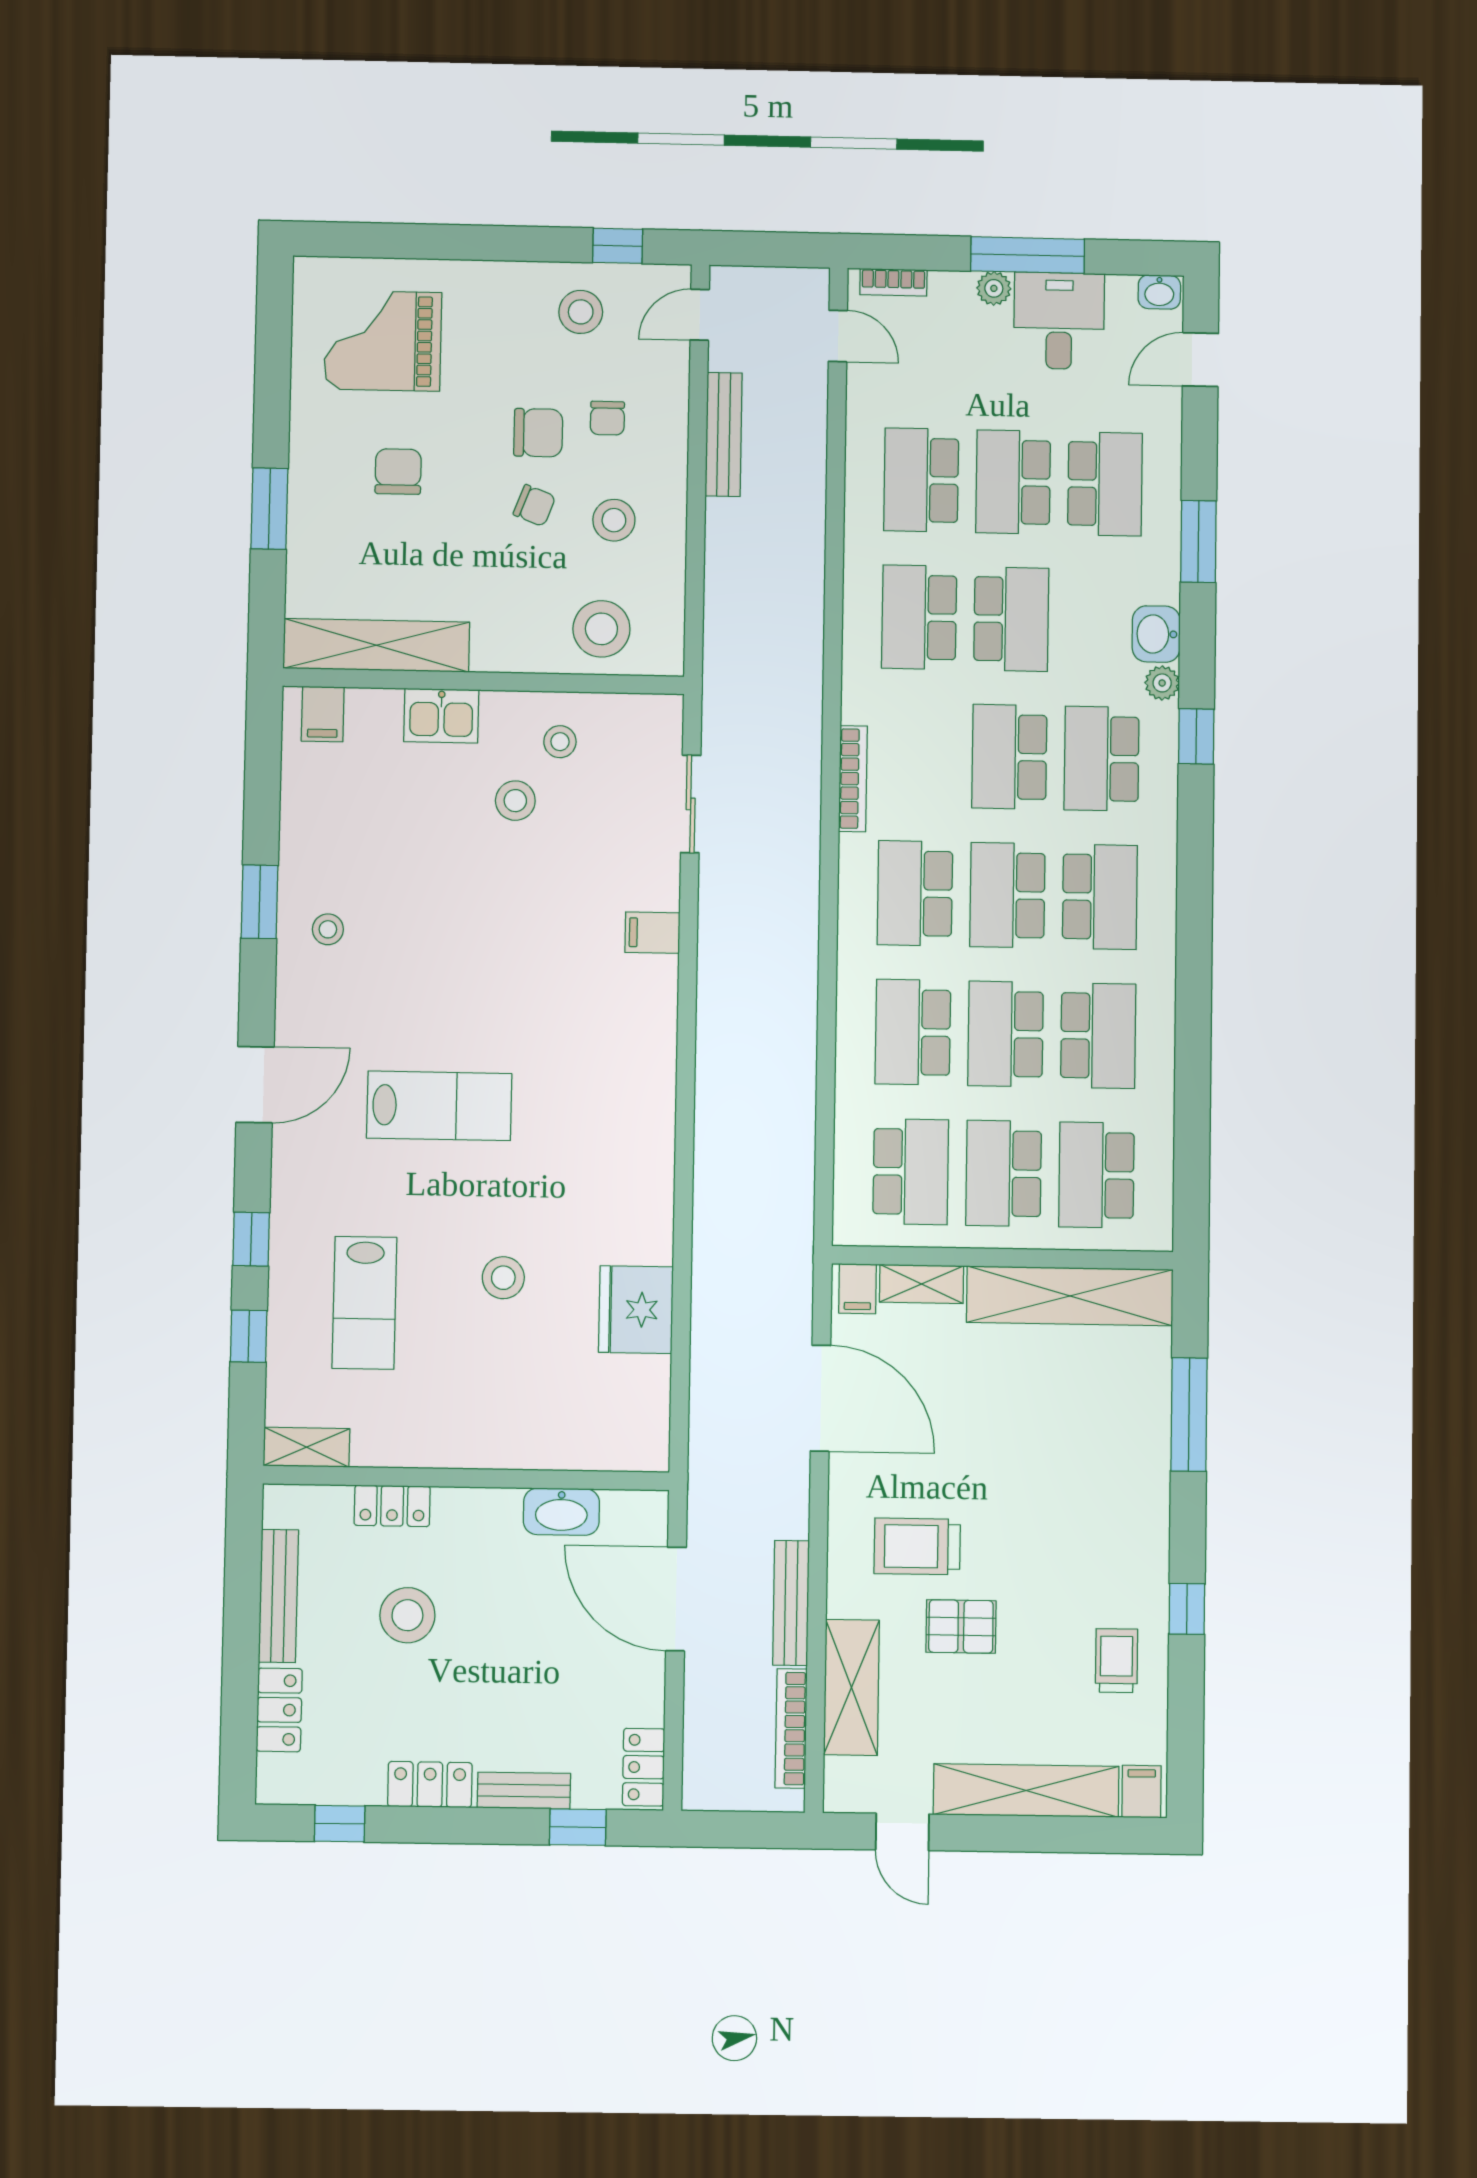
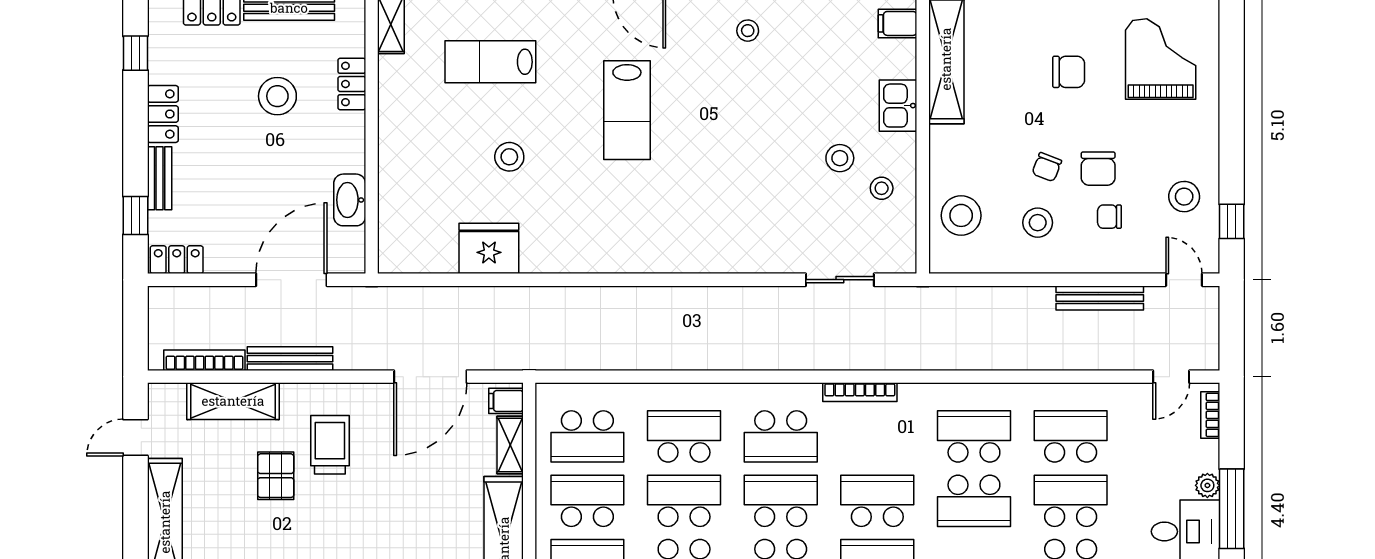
school desk: (915, 893) -> (781, 436), turned 180
filing cabinet: (652, 933) -> (750, 255), removed

